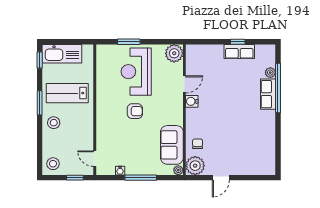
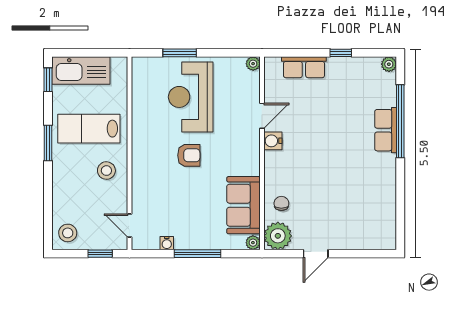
row of seats: (239, 52) -> (304, 67), moved
plant: (174, 53) -> (253, 64), width x0.53, depth x0.53
plant: (270, 73) -> (389, 64), moved
stool: (54, 123) -> (106, 171), moved

